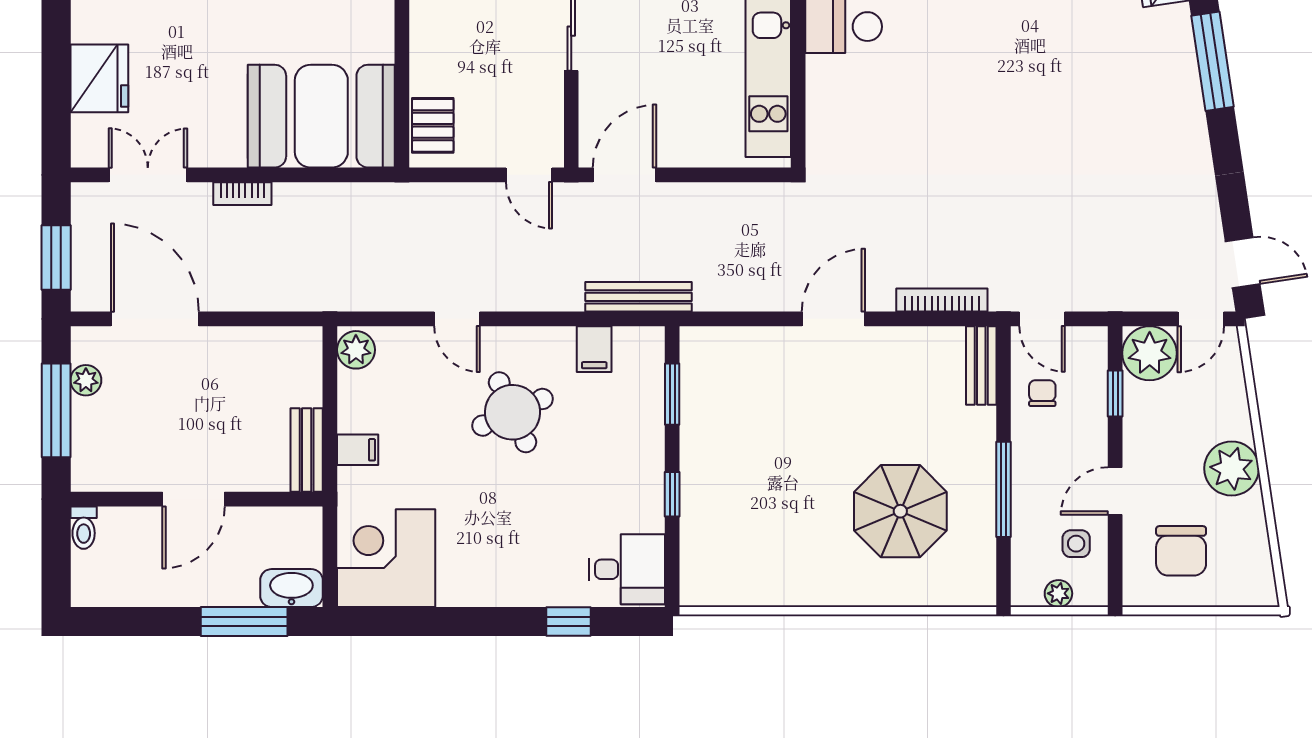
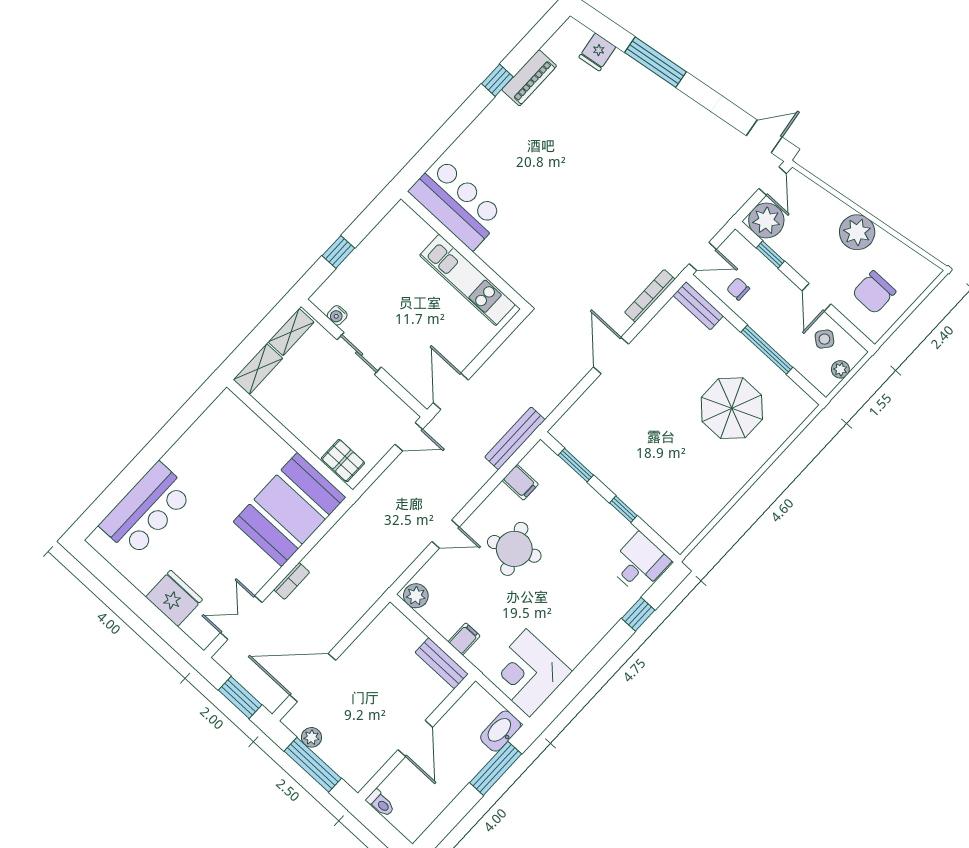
side table: (1076, 544) -> (824, 339), turned 38
chair: (1181, 551) -> (874, 292), turned 90

